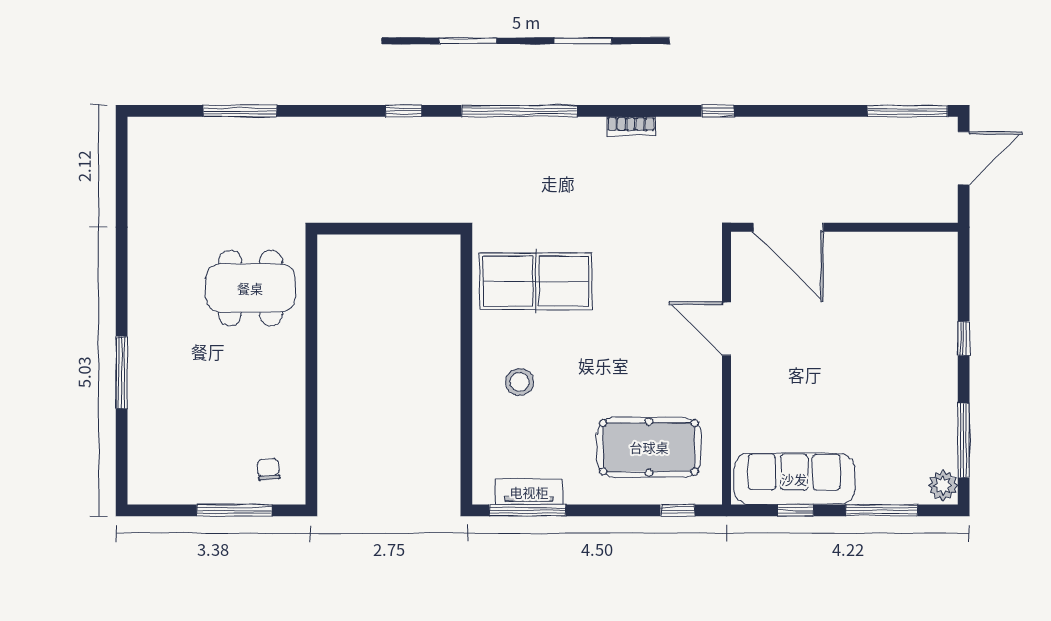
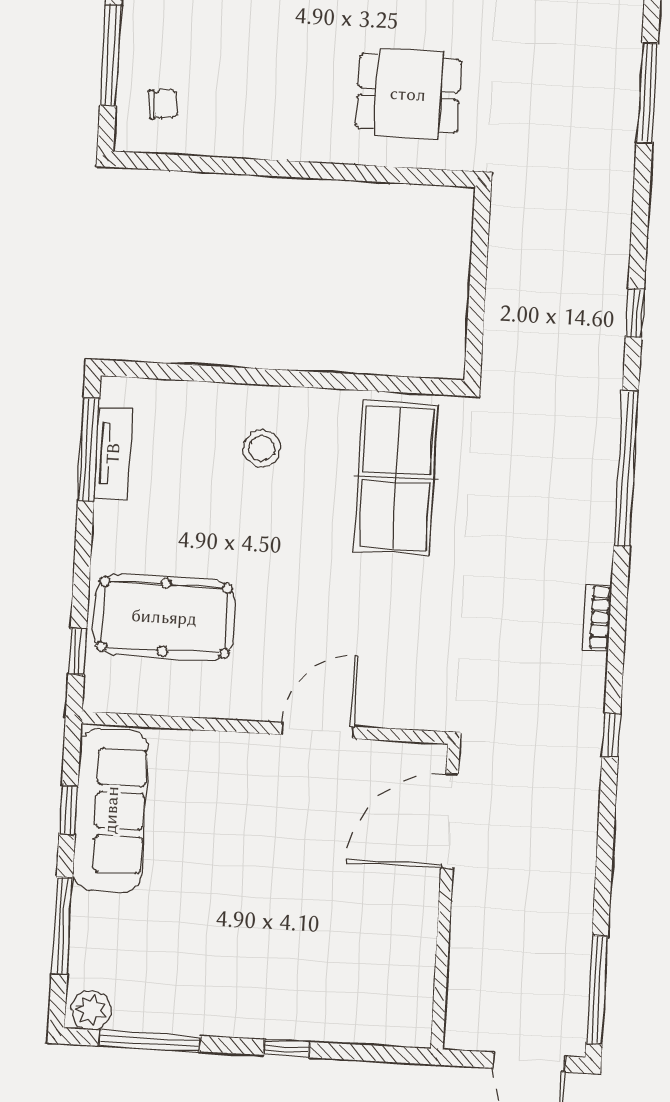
dining table: (250, 288) -> (408, 94), width x0.73
pool table: (649, 447) -> (164, 617), turned 90

